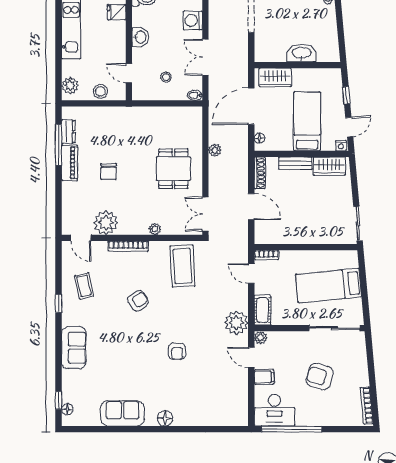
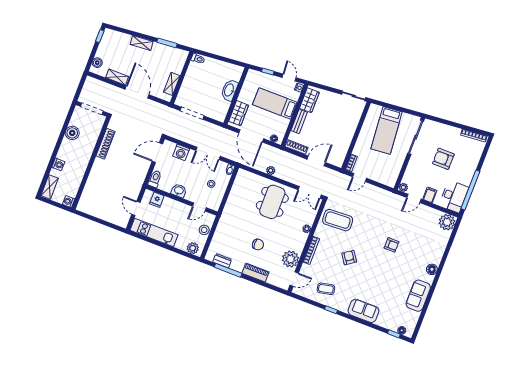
piano: (70, 163) -> (255, 273), moved
dining table: (173, 169) -> (272, 202), width x1.38
cot: (262, 310) -> (386, 179), removed
plant: (236, 323) -> (447, 222), moved
armchair: (320, 377) -> (443, 159), turned 74

